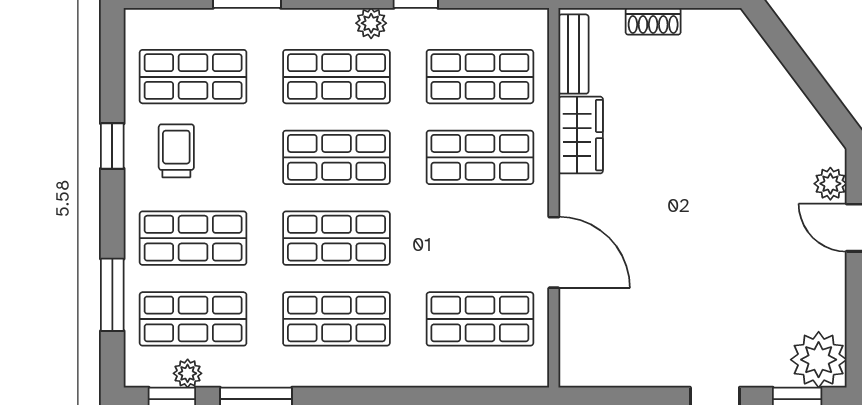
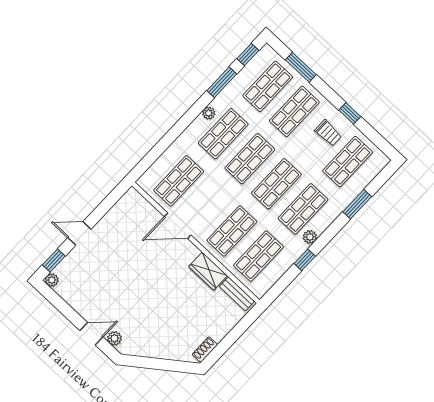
shoe rack: (653, 21) -> (205, 350), moved
plant: (819, 360) -> (52, 280), width x0.53, depth x0.53
plant: (188, 373) -> (209, 113), moved

